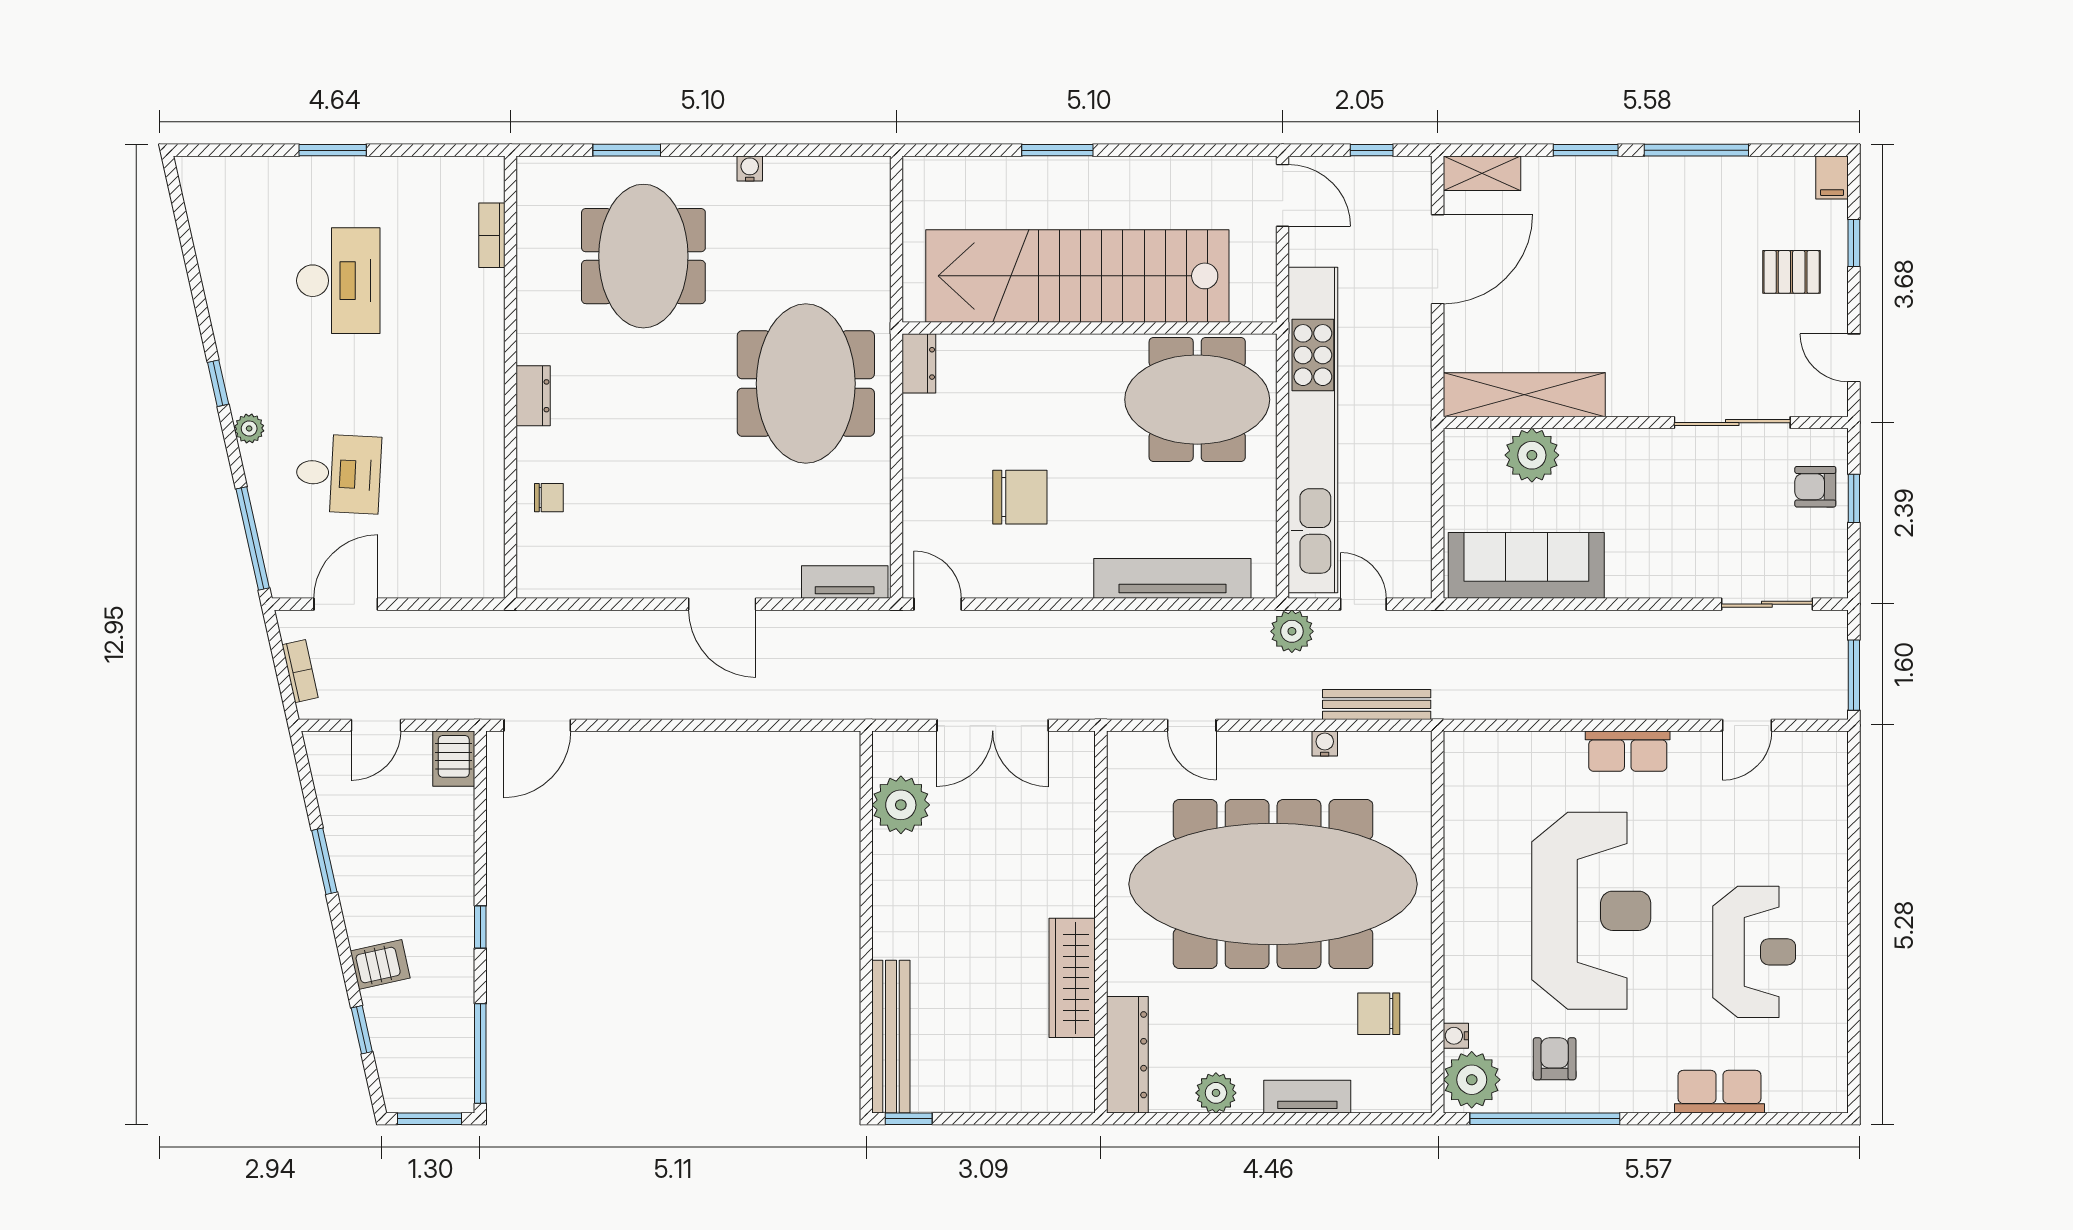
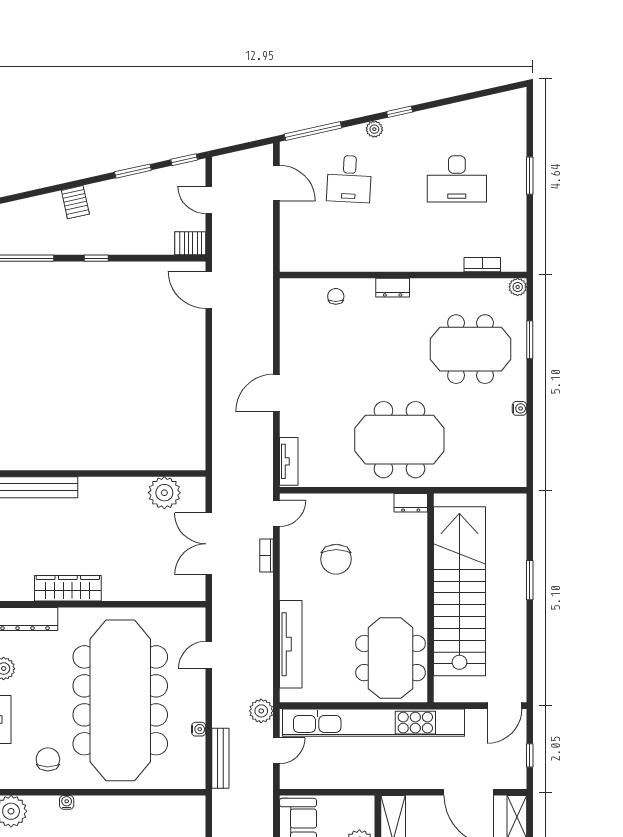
plant: (532, 172) -> (518, 287), added
chair: (549, 498) -> (336, 296), turned 180
bookcase: (300, 671) -> (267, 555), moved, turned 103
window: (362, 1030) -> (184, 160), moved
water cooler: (1456, 1036) -> (67, 802), moved

